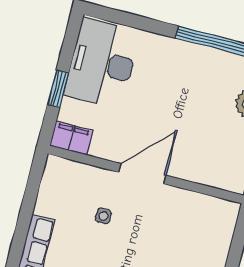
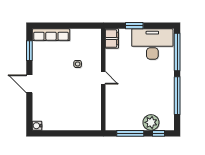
window: (129, 20) -> (177, 52), added
door: (142, 174) -> (103, 78), width x0.53

